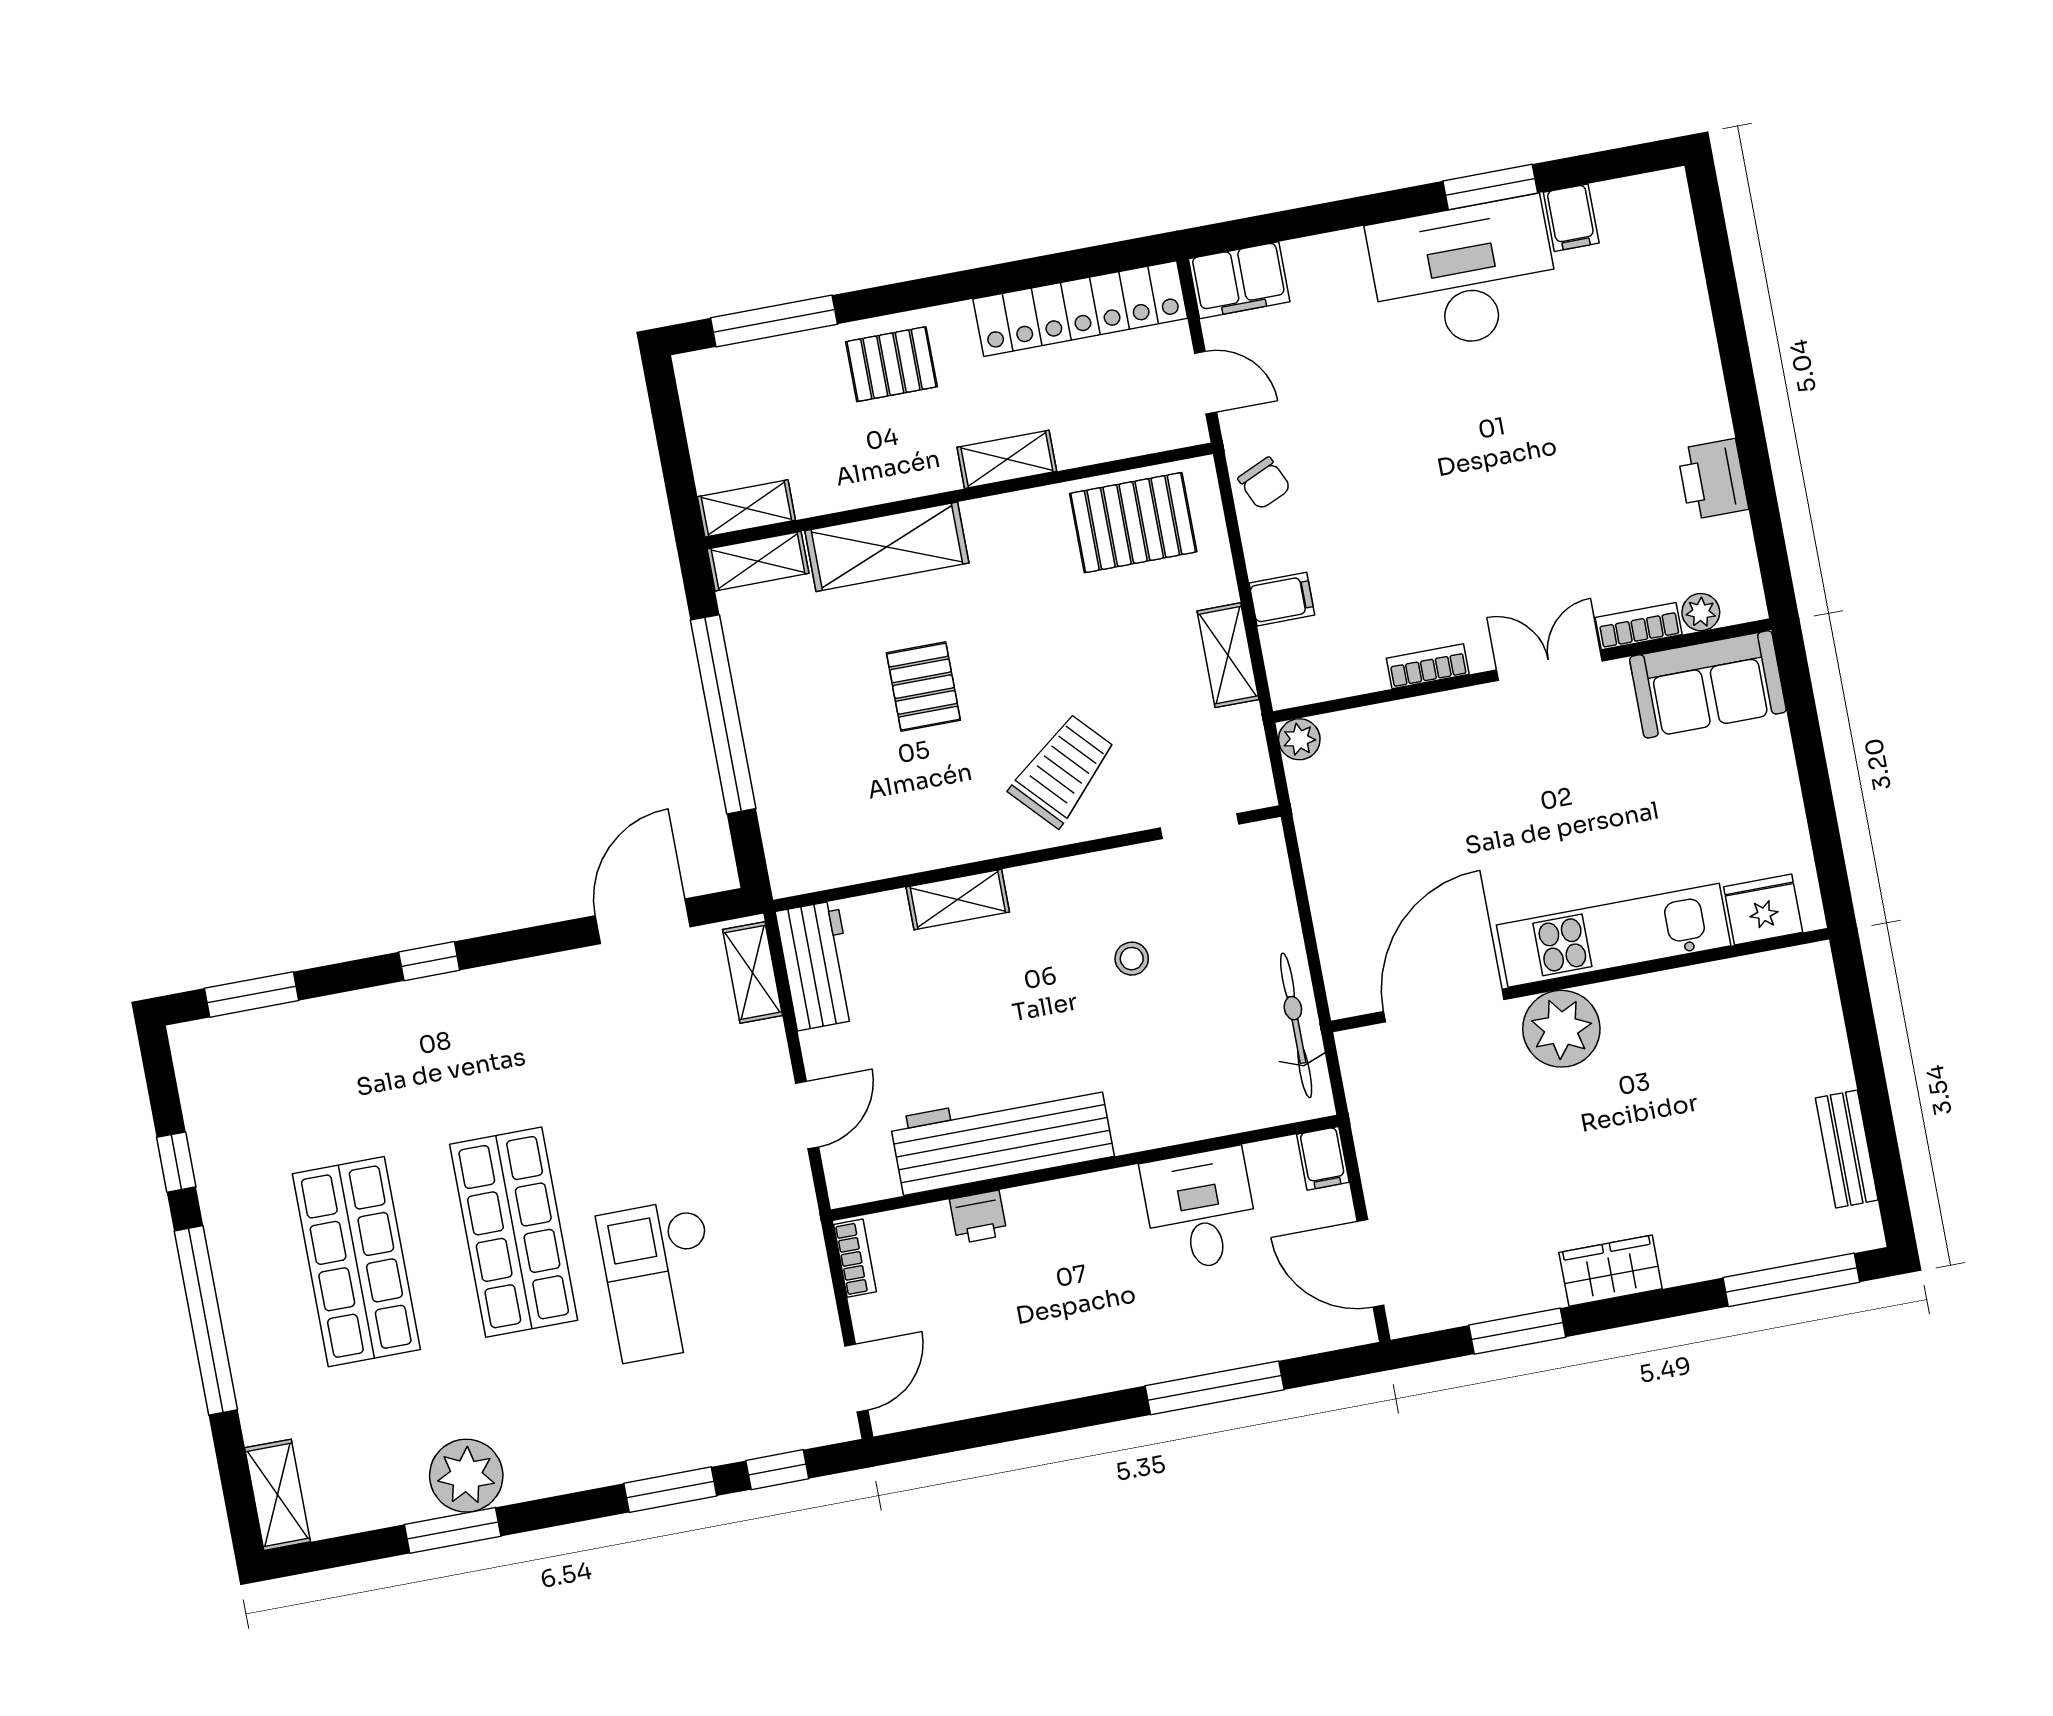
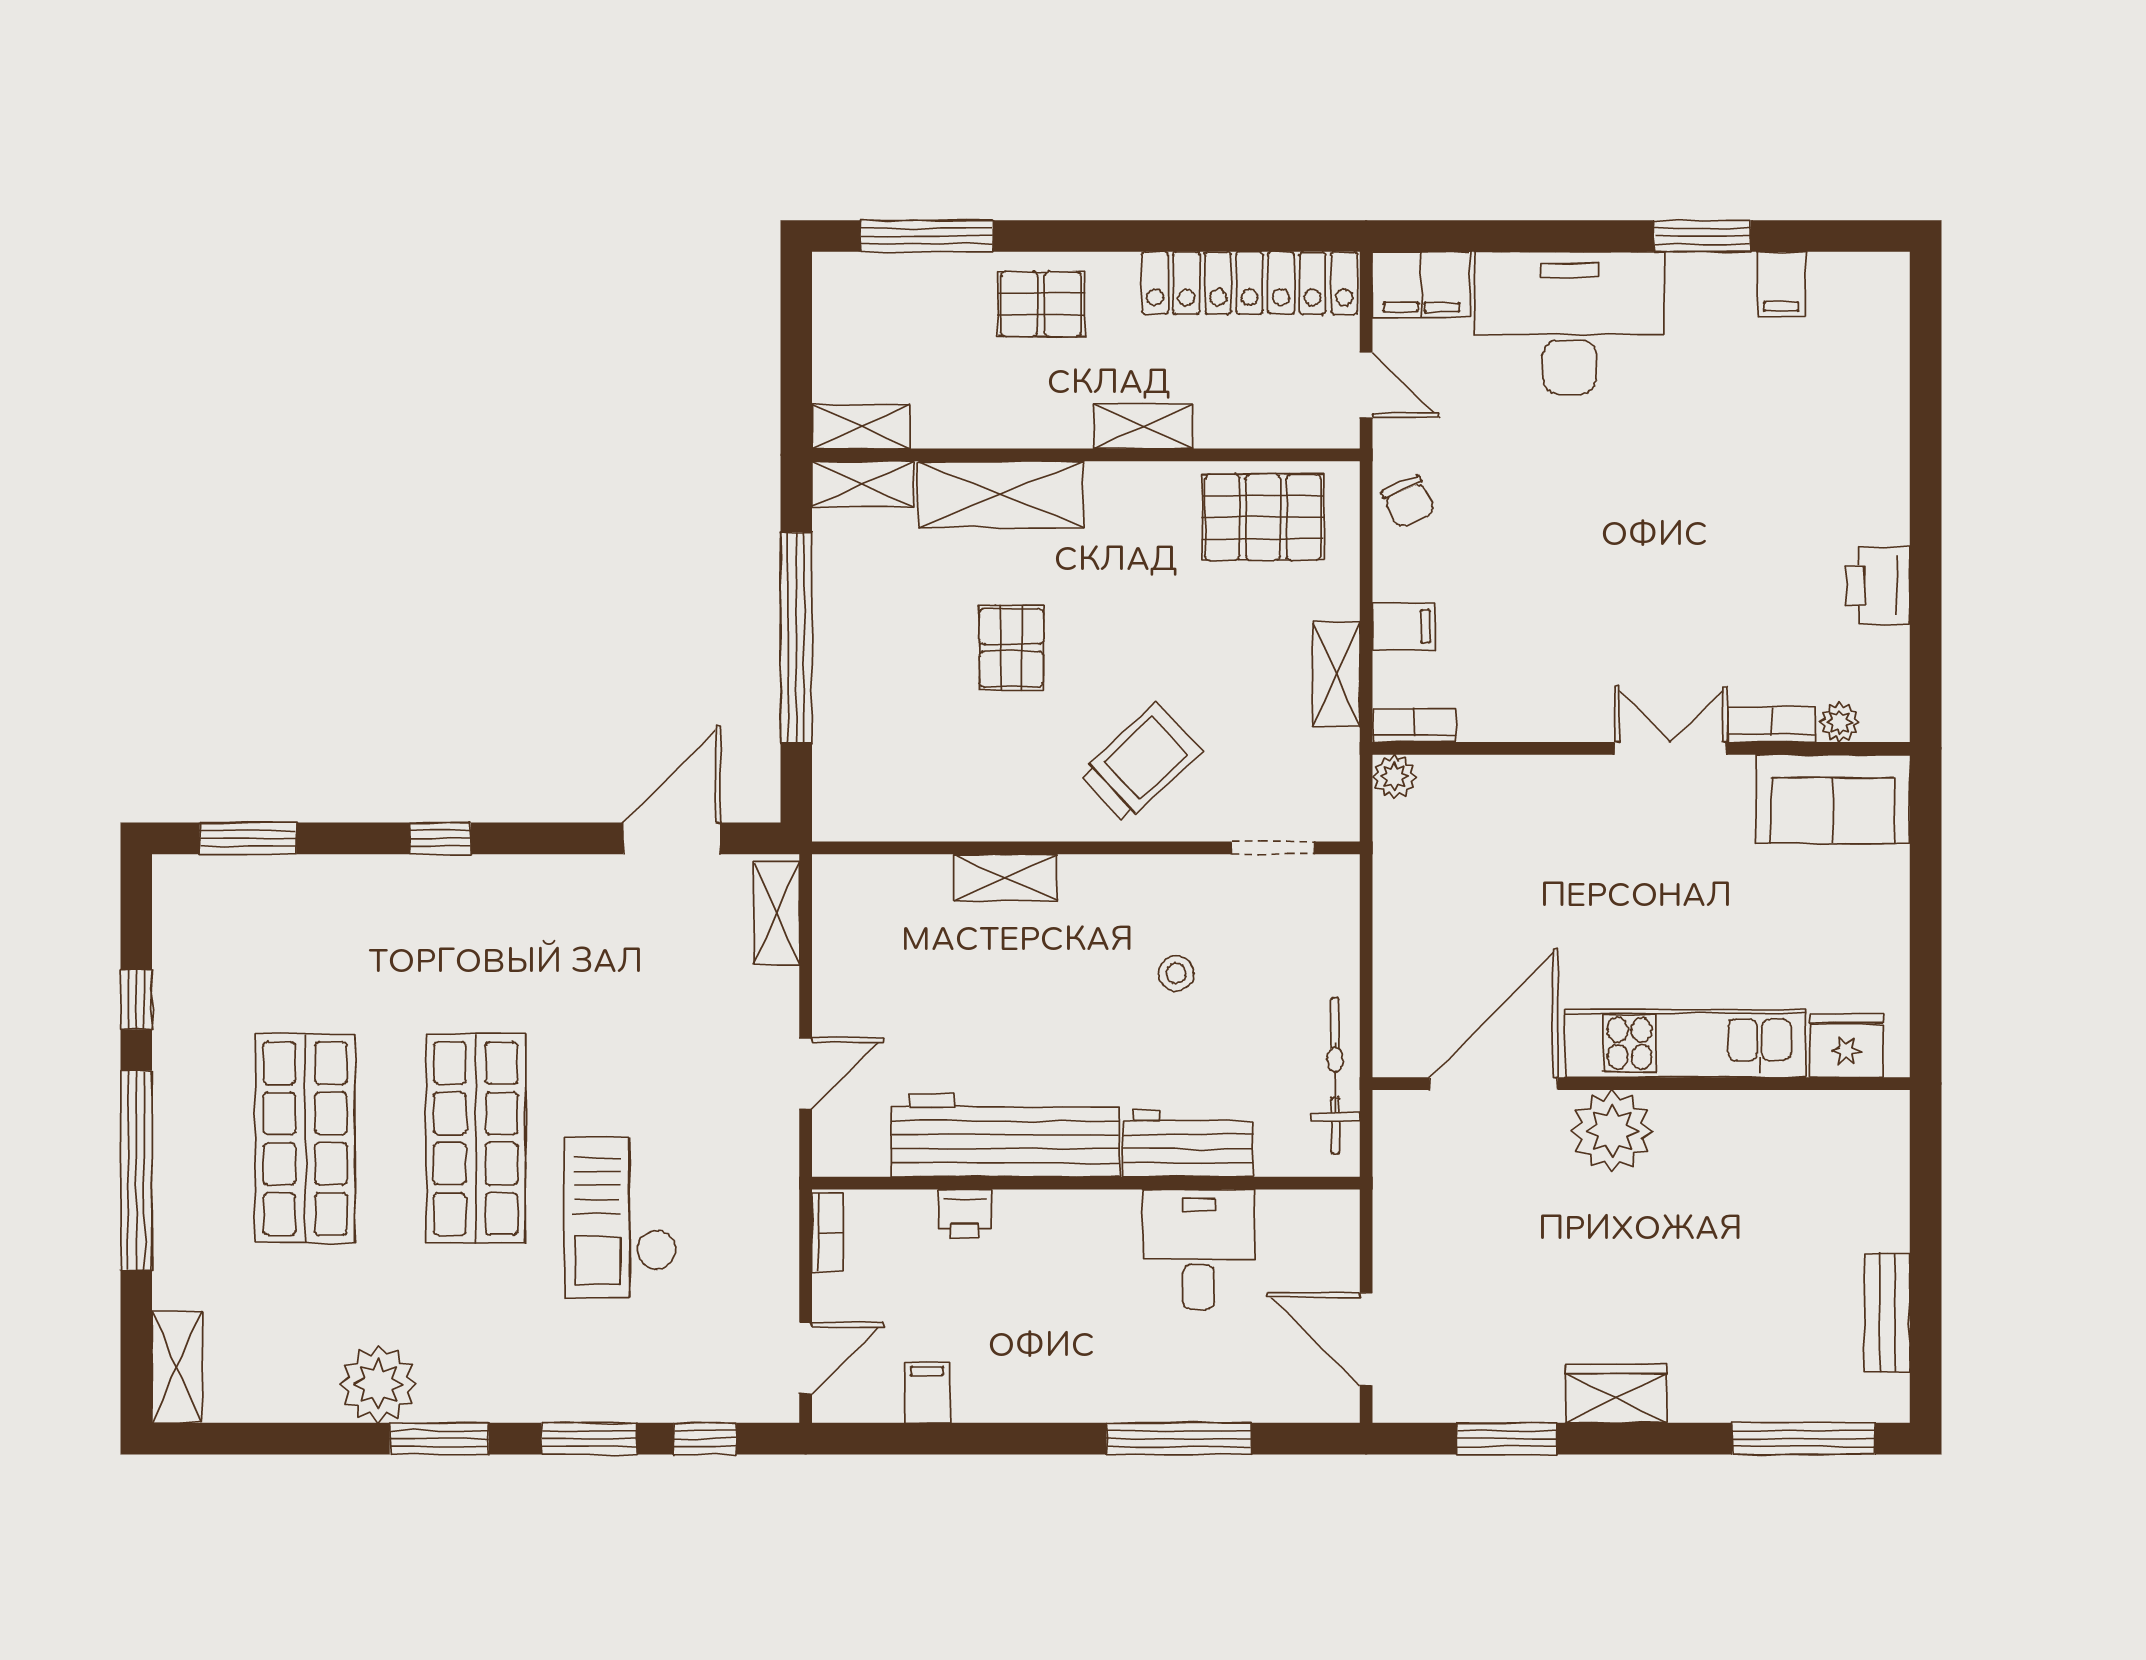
desk: (1464, 275) -> (1570, 323), moved
bookcase: (1428, 666) -> (1414, 725), moved
workbench: (817, 966) -> (1188, 1143), moved, turned -90
filing cabinet: (1323, 1158) -> (927, 1393), moved, turned 180
window: (453, 1530) -> (439, 1439), moved

